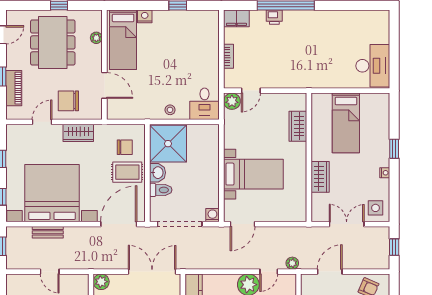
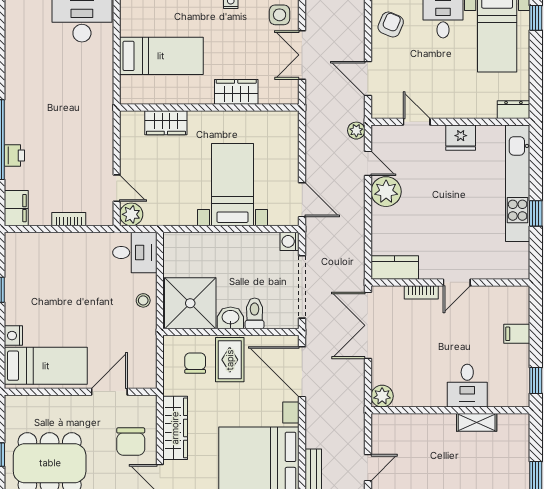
plant: (96, 38) -> (43, 403), removed
wardrobe: (78, 133) -> (175, 428), width x1.50

